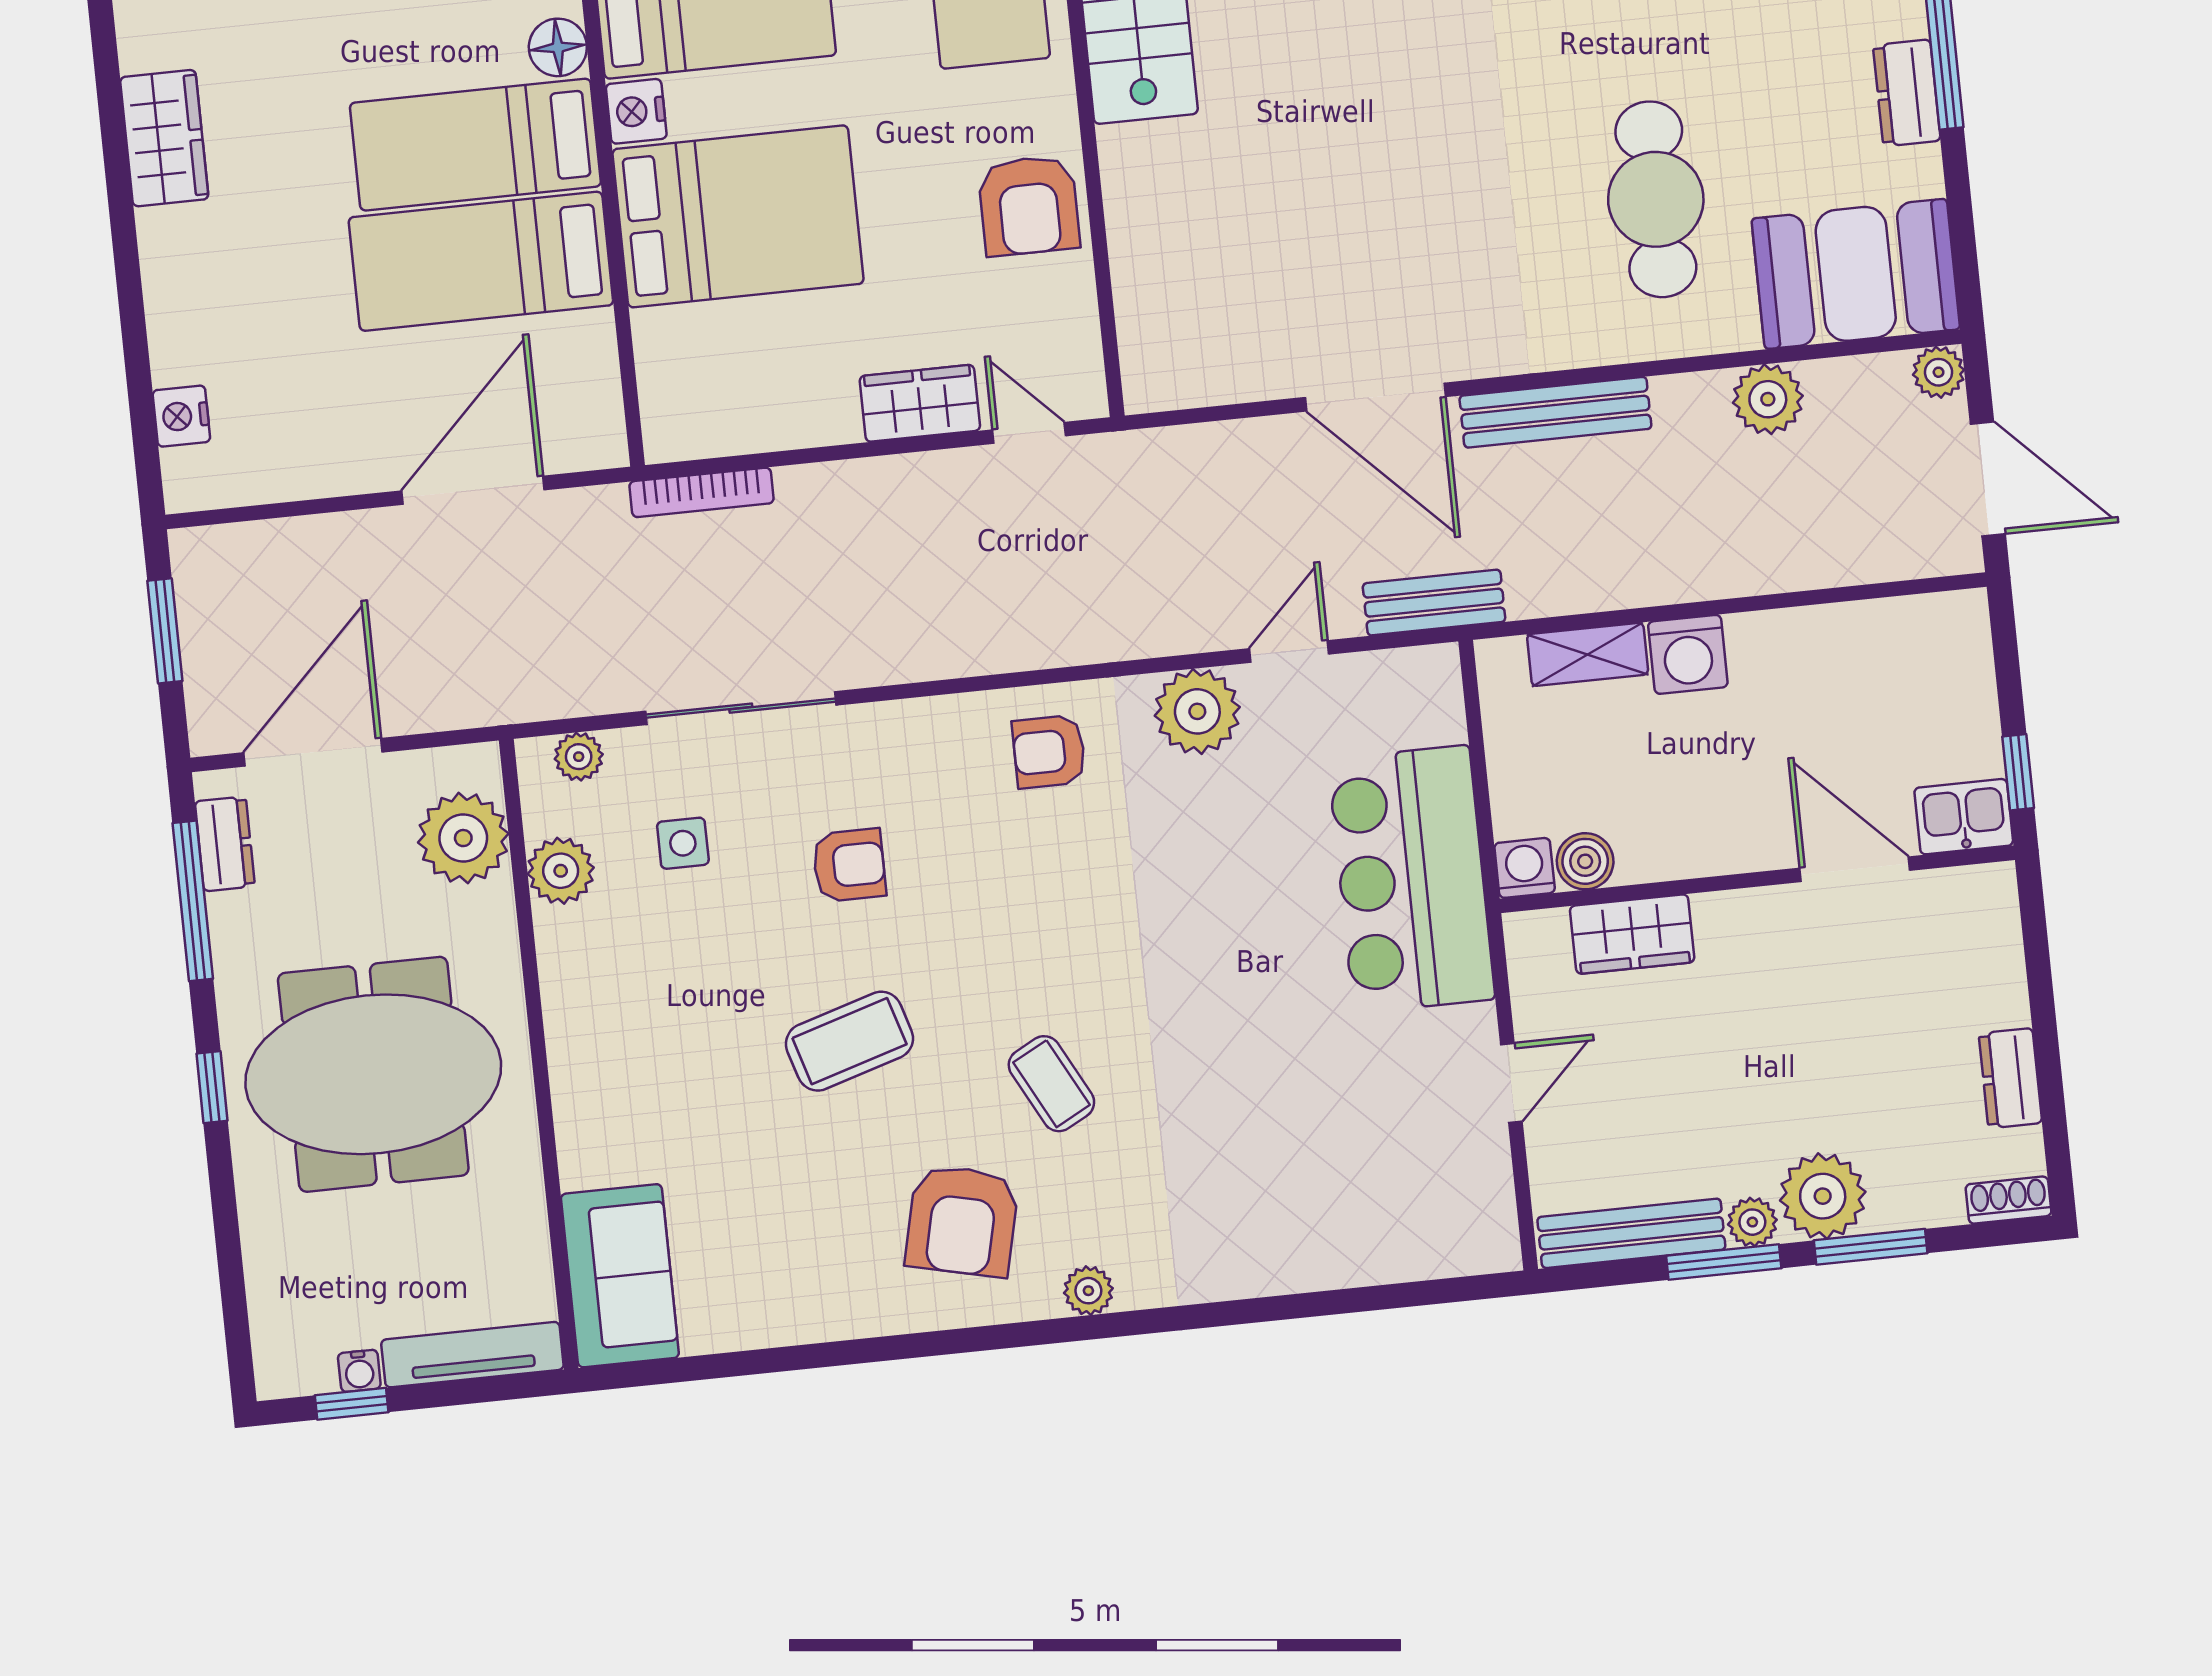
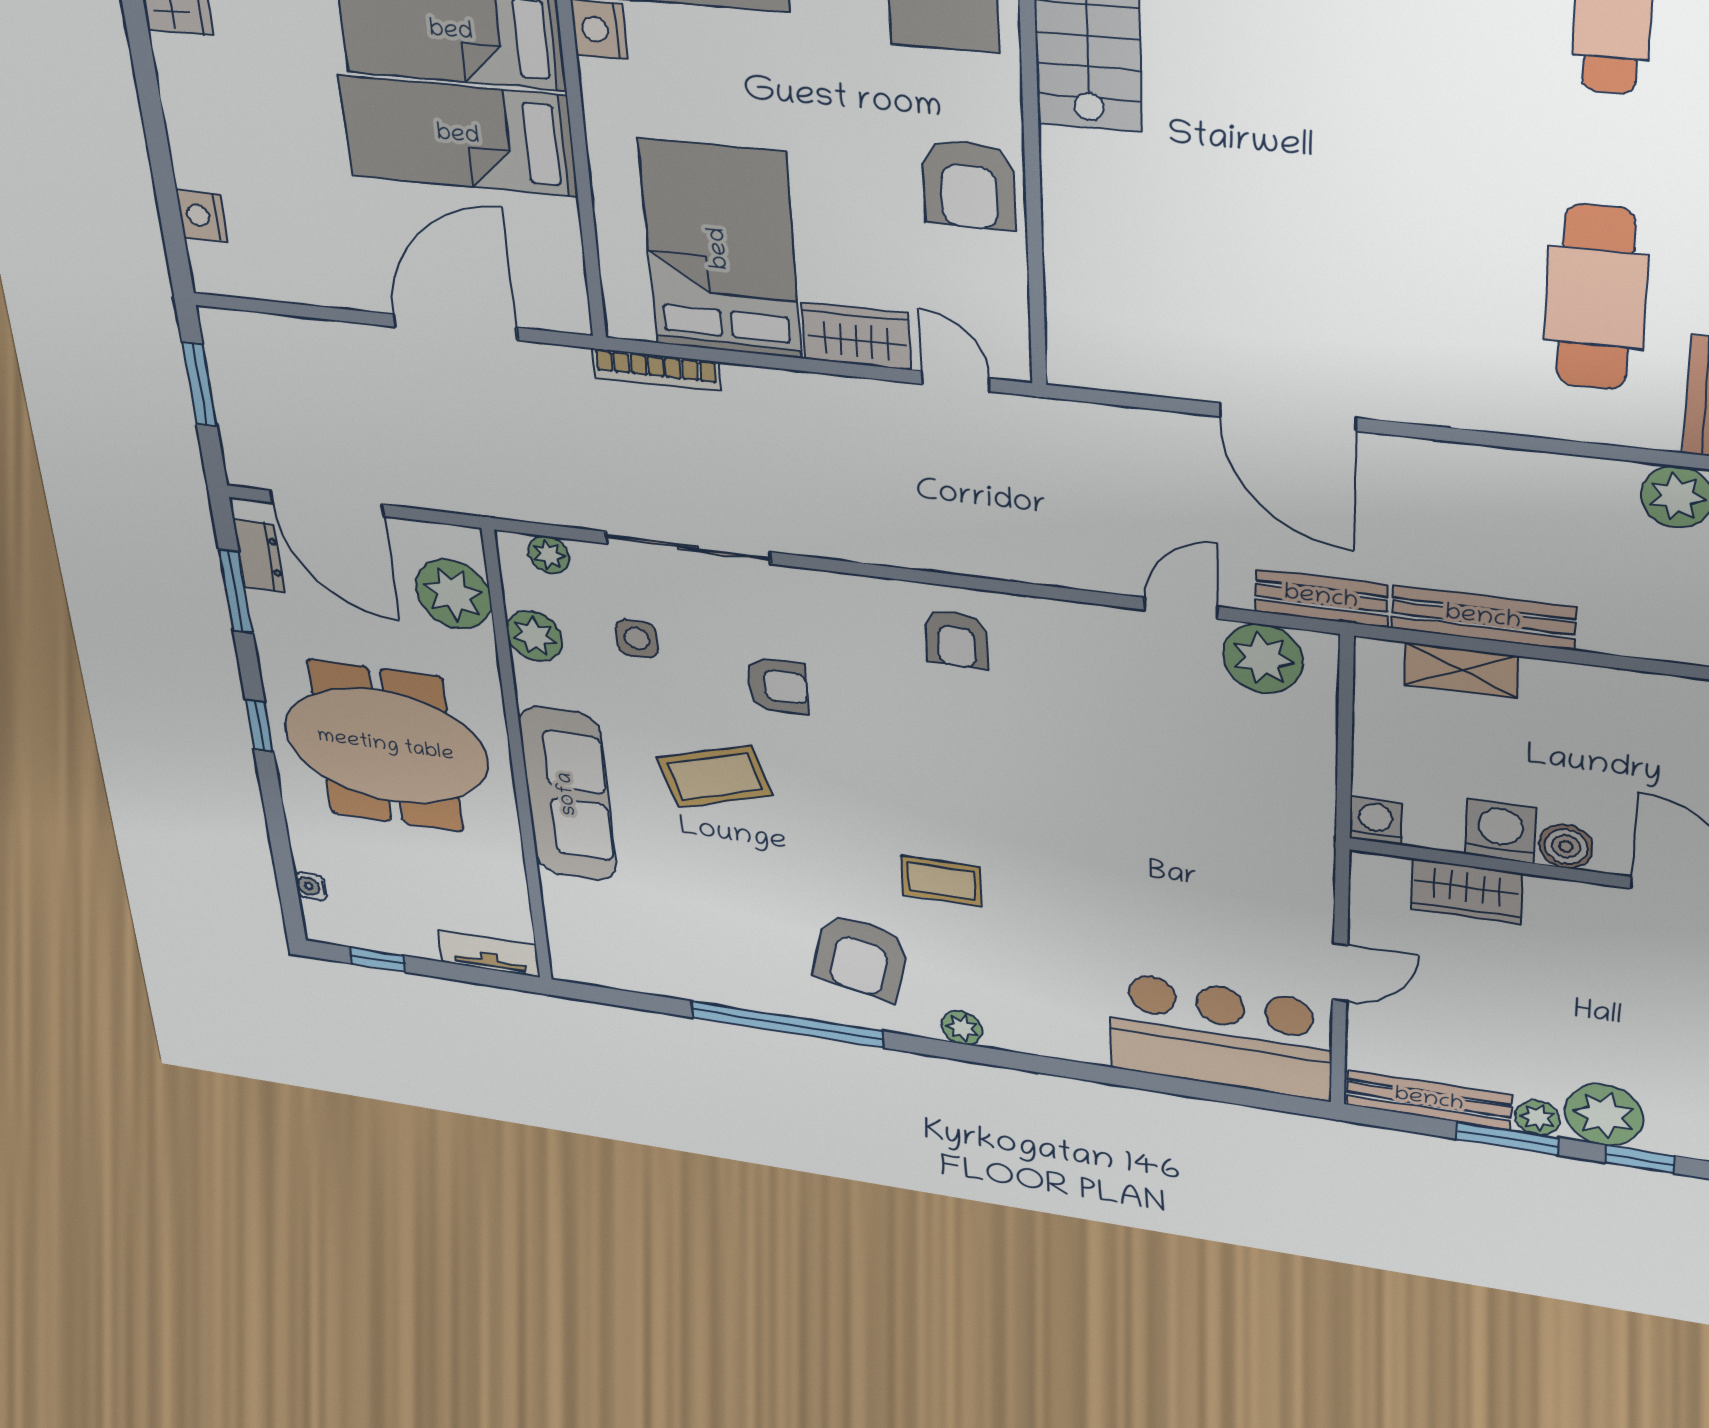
bed: (738, 216) -> (720, 249), moved, turned -90
bench: (1555, 412) -> (1483, 618), moved
washing machine: (1688, 654) -> (1500, 831), moved, turned 180
plant: (1197, 711) -> (1263, 659), moved
door: (313, 752) -> (327, 503), swing flipped
armchair: (1049, 752) -> (956, 639), turned -90
boiler: (1585, 861) -> (1566, 846), moved
bar counter: (1411, 879) -> (1220, 1036), moved, turned 90
window: (193, 901) -> (236, 591), width x0.69
coffee table: (849, 1041) -> (715, 777), moved
coffee table: (1051, 1084) -> (941, 881), turned -62
window: (1871, 1247) -> (1640, 1159), width x0.67
sofa: (620, 1276) -> (568, 794), moved, width x1.36
window: (876, 1350) -> (787, 1024), added
tv unit: (472, 1355) -> (489, 954), width x0.71
water cooler: (359, 1371) -> (311, 886), moved, turned 90

